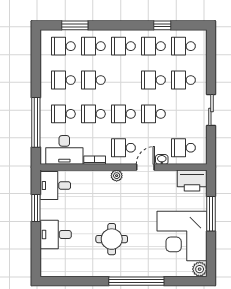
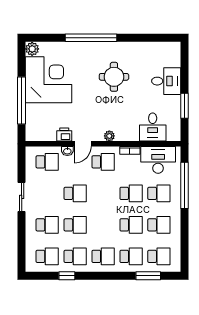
school desk: (123, 114) -> (103, 193), removed
printer: (192, 181) -> (64, 135), moved, width x0.53, depth x0.68
desk: (55, 185) -> (153, 127), moved, turned 90
window: (211, 214) -> (22, 100), width x1.46

